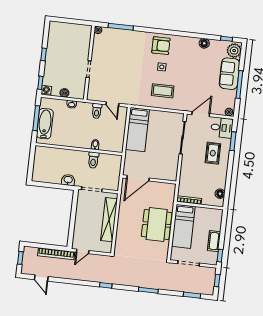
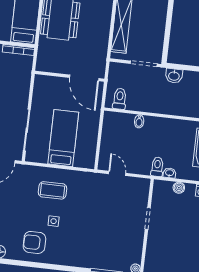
armchair: (161, 46) -> (34, 242), moved
toilet: (97, 111) -> (157, 167), moved
bed: (137, 130) -> (63, 138), moved
toilet: (93, 160) -> (120, 99), moved
door: (138, 178) -> (84, 78), swing flipped

